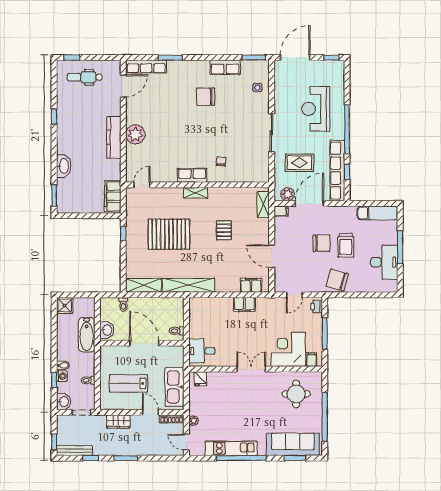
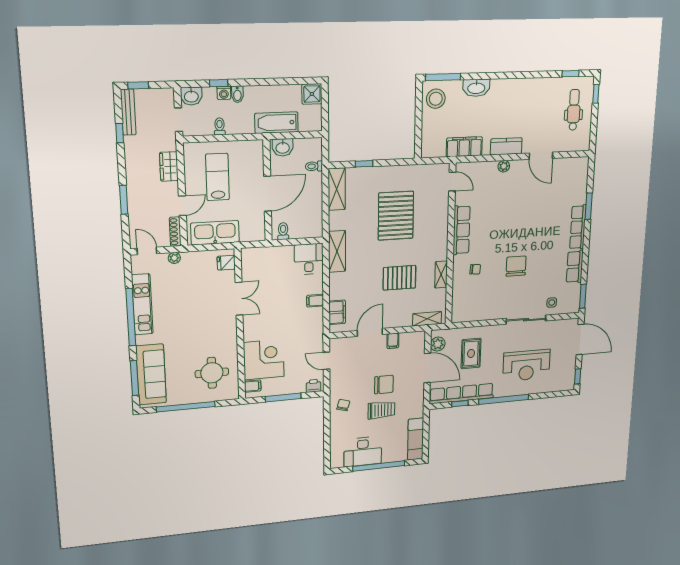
row of seats: (146, 67) -> (578, 227), moved
door: (123, 86) -> (541, 156), moved
chair: (206, 97) -> (516, 266), moved
reception desk: (316, 109) -> (526, 365), turned 180
window: (54, 117) -> (570, 74), moved
sliding door: (272, 133) -> (526, 320), moved
plant: (135, 134) -> (504, 166), width x0.53, depth x0.53
kitchen counter: (114, 137) -> (506, 146), width x0.67
row of seats: (192, 175) -> (461, 230), width x1.48
shelving: (196, 193) -> (441, 275), moved
window: (54, 195) -> (443, 77), width x1.44
filing cabinet: (113, 196) -> (464, 147), moved
stool: (72, 201) -> (436, 99), added
filing cabinet: (281, 211) -> (393, 341), moved
pallet: (224, 230) -> (399, 278), width x1.50, depth x1.42
window: (123, 233) -> (364, 164), moved
chair: (321, 243) -> (384, 385), turned -90
trolley: (346, 245) -> (381, 410), turned 180
window: (400, 247) -> (379, 466), width x1.46
chair: (337, 280) -> (343, 405), width x0.54, depth x0.54
shelving: (188, 285) -> (337, 251), width x0.68
filing cabinet: (244, 304) -> (315, 301), width x0.50
desk: (202, 351) -> (309, 259), moved
double door: (251, 369) -> (239, 299), moved
door: (186, 442) -> (147, 251), hinge flipped
window: (126, 458) -> (124, 200), moved
window: (295, 458) -> (134, 378), width x1.44

